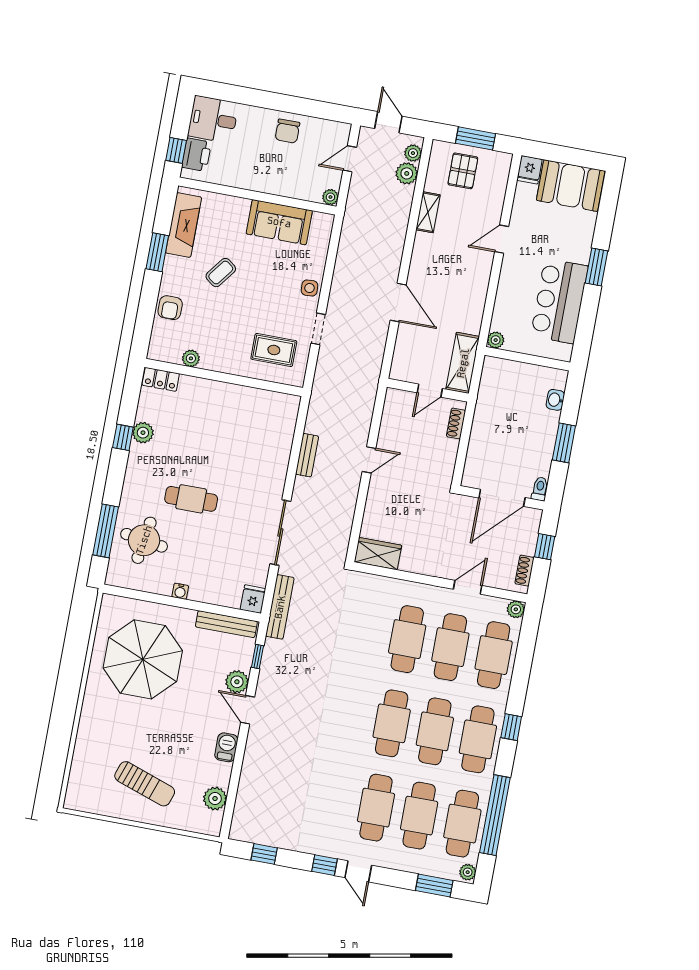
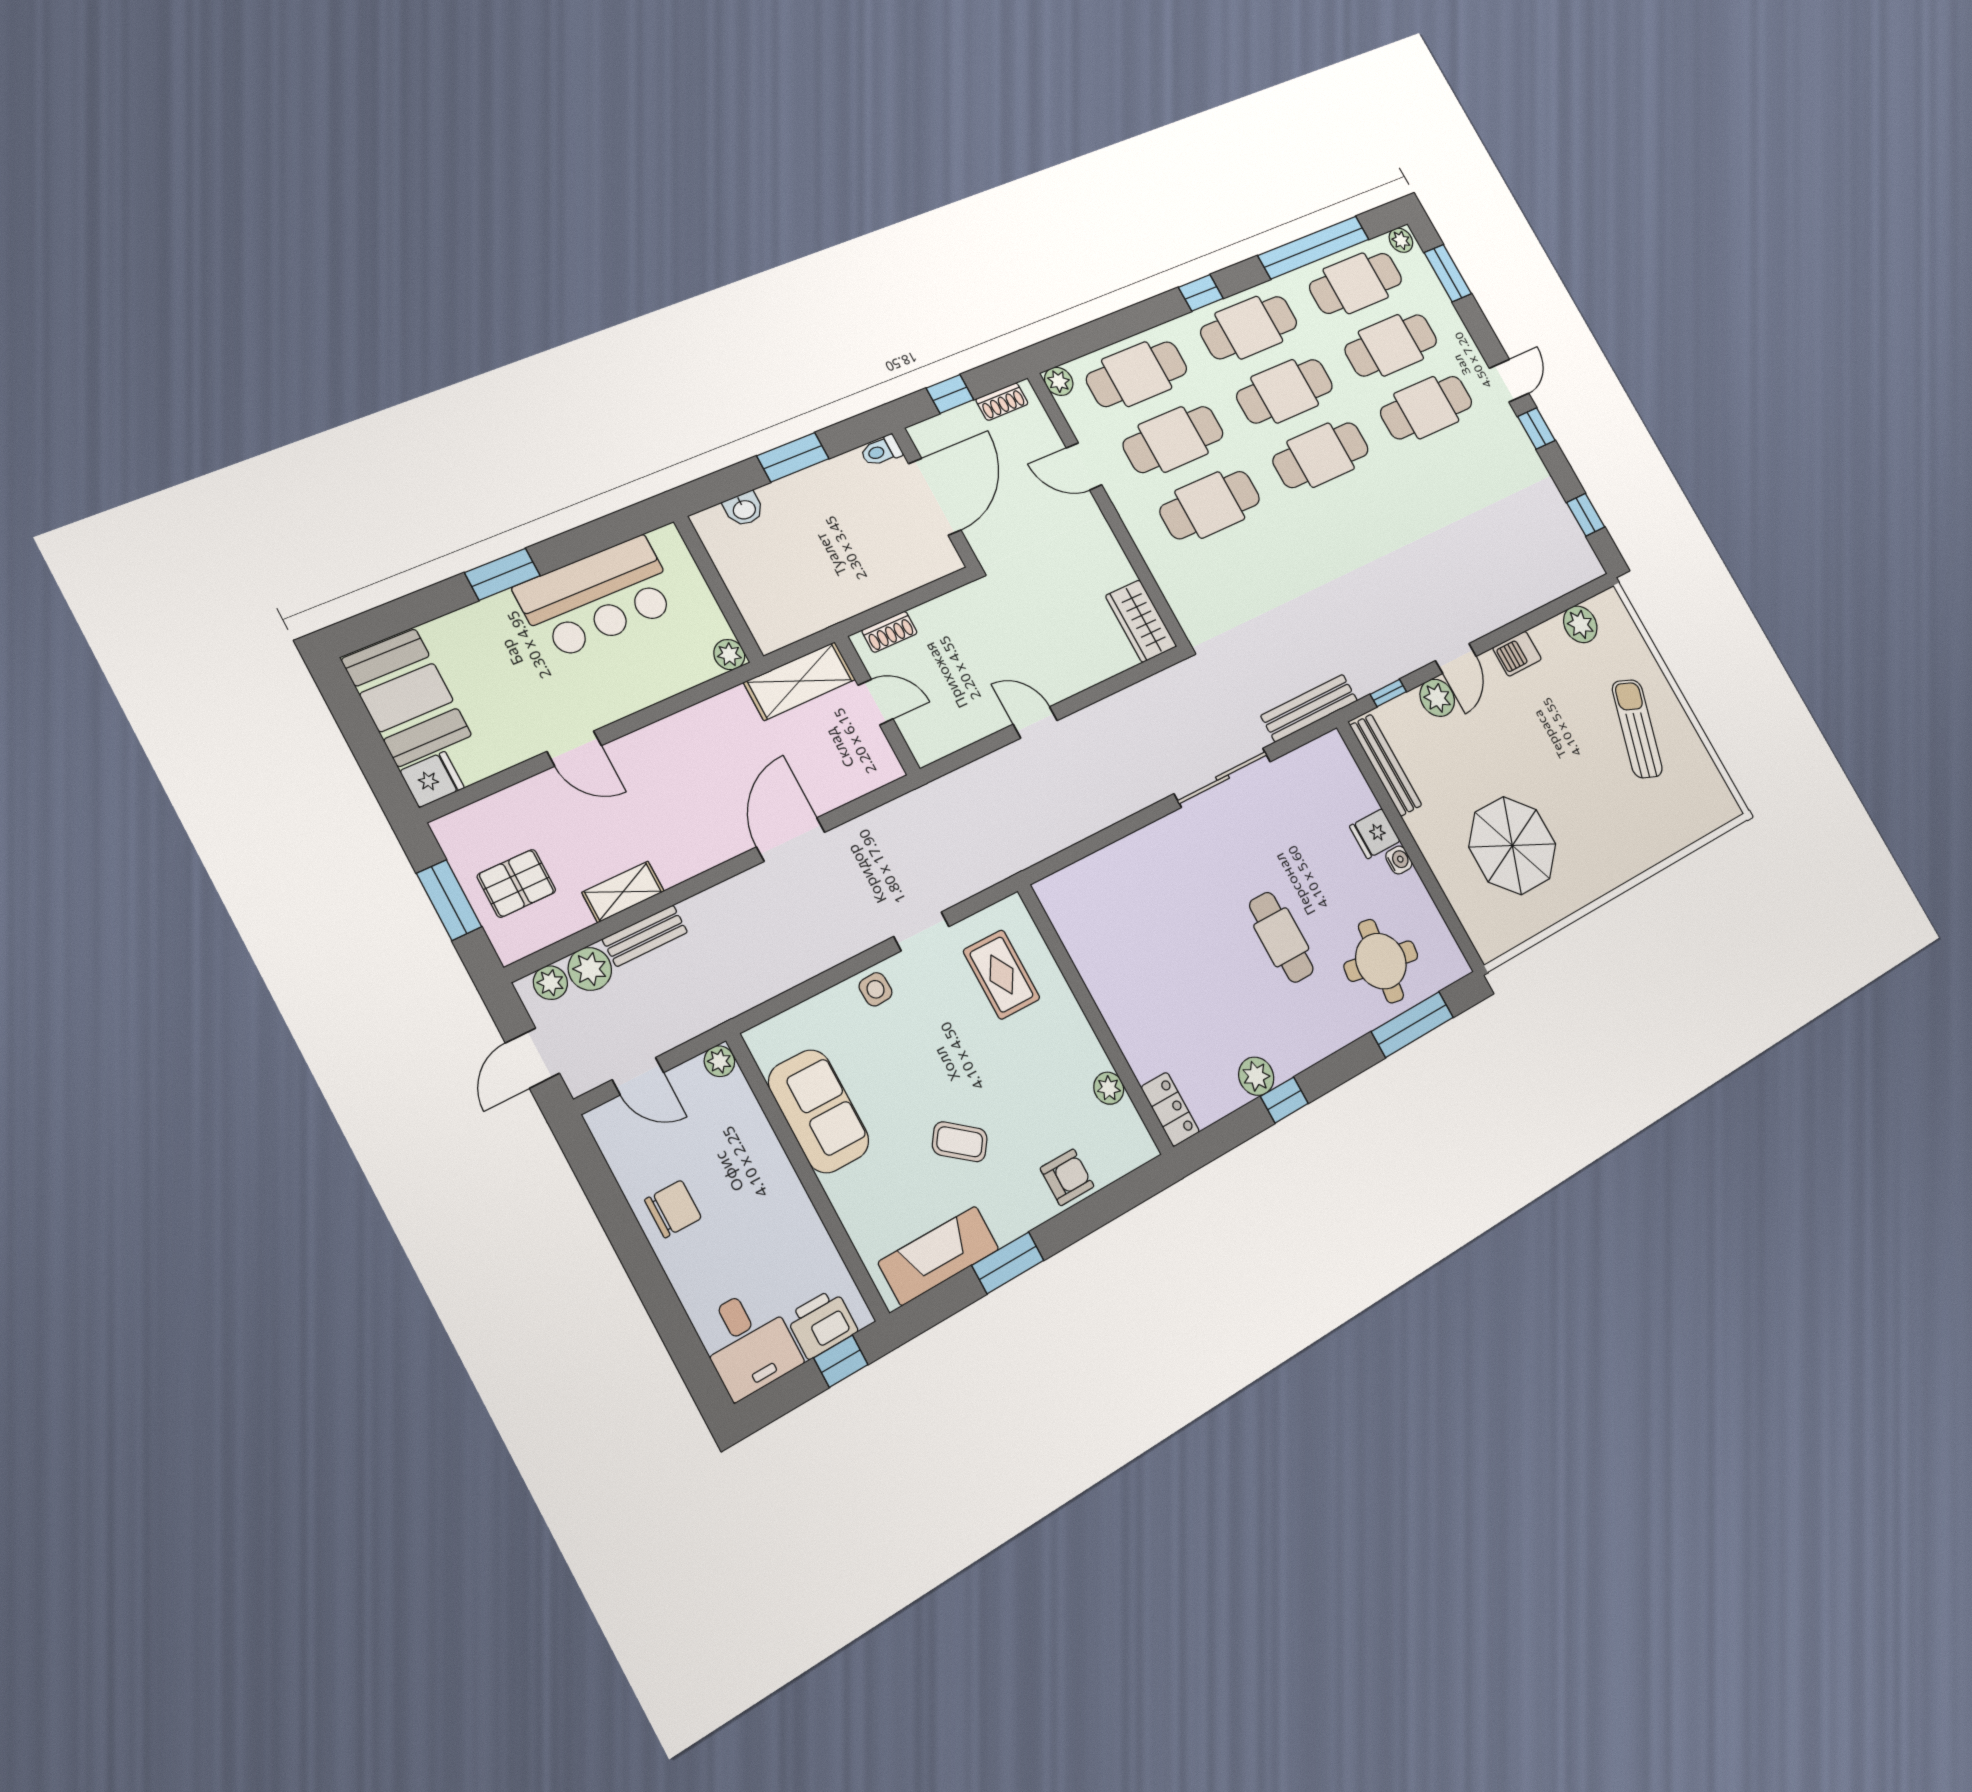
bench: (307, 455) -> (645, 936), moved
door: (502, 498) -> (935, 497), hinge flipped
fridge: (253, 599) -> (1375, 834), moved
parasol: (143, 659) -> (1512, 846), width x0.73, depth x0.73

